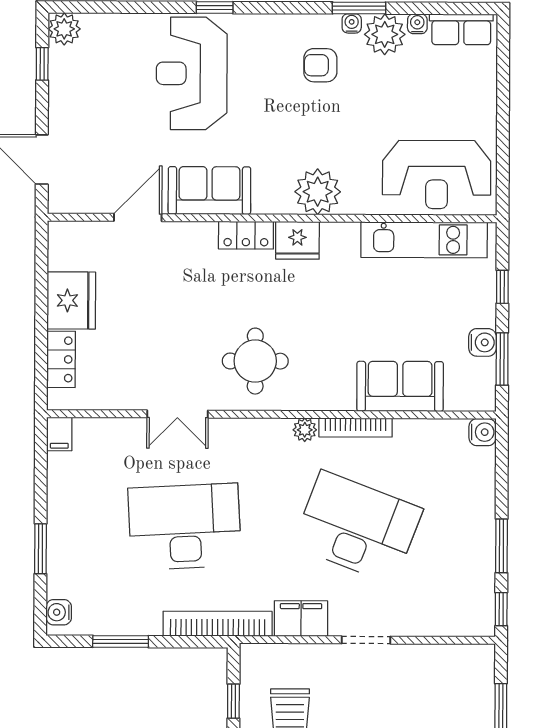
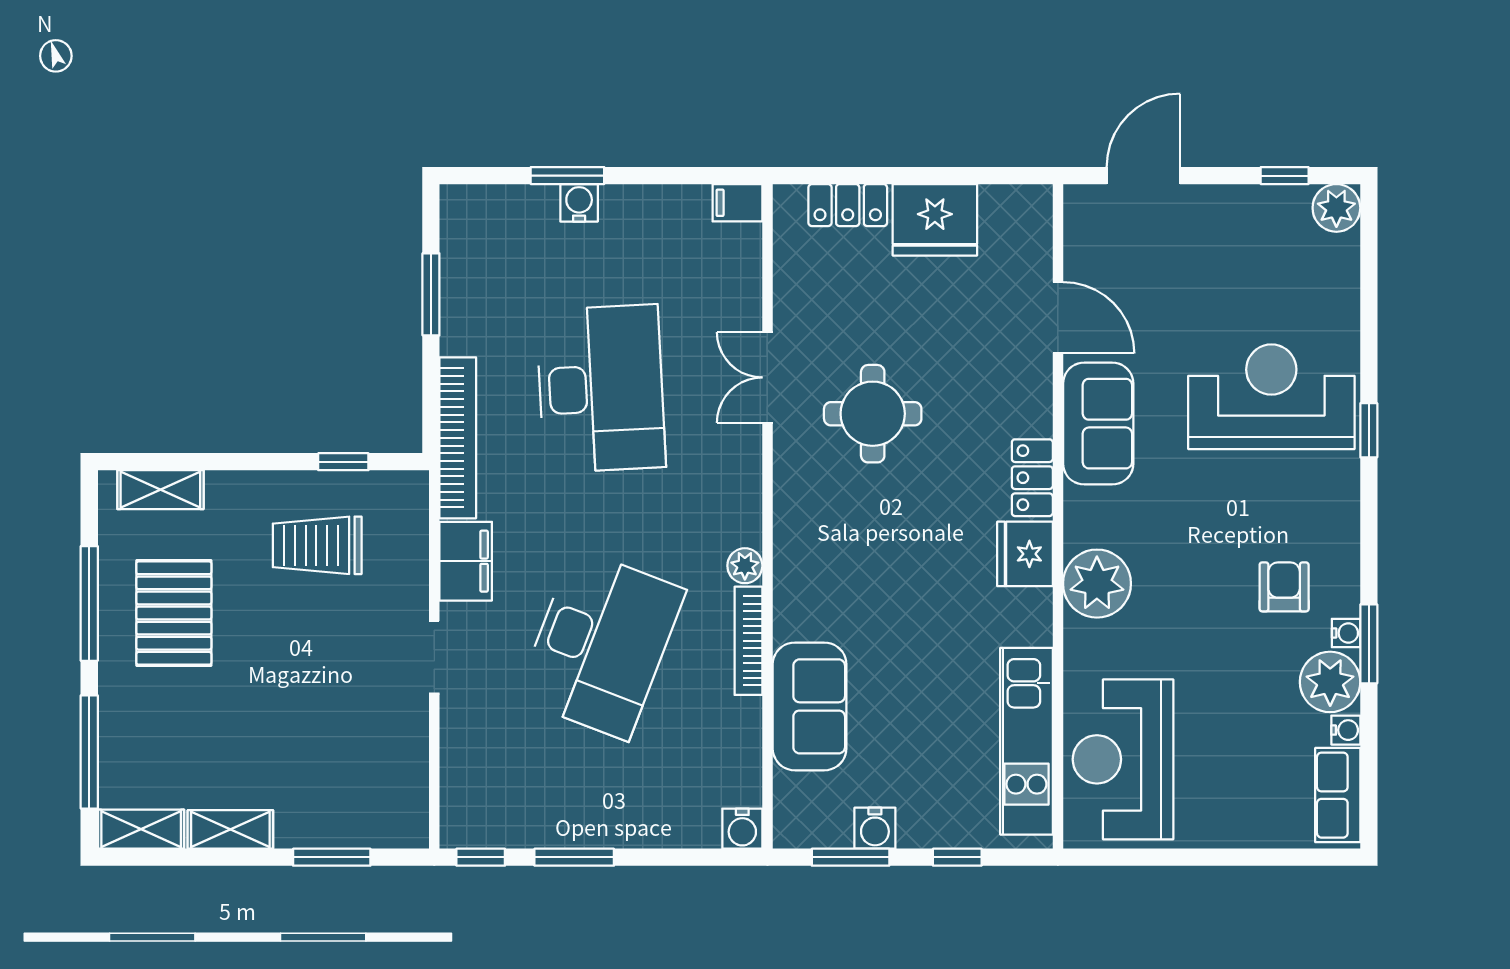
round table: (255, 361) -> (873, 414), moved
water cooler: (59, 612) -> (579, 203), moved

